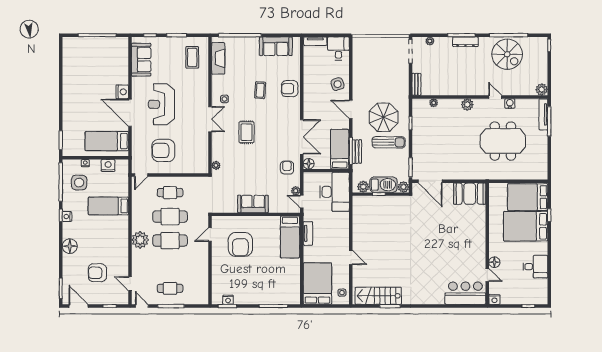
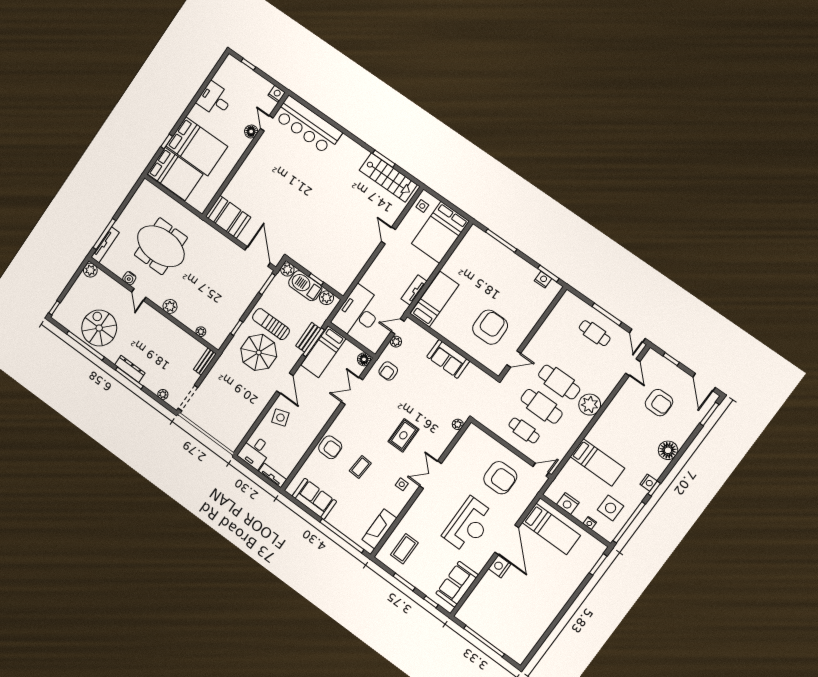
double door: (302, 137) -> (352, 391), width x0.73
door: (302, 202) -> (398, 326), swing flipped
bar counter: (465, 293) -> (308, 125), width x1.36

